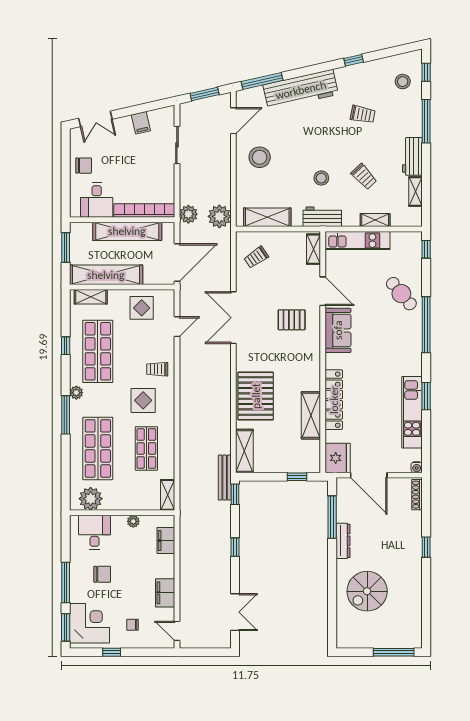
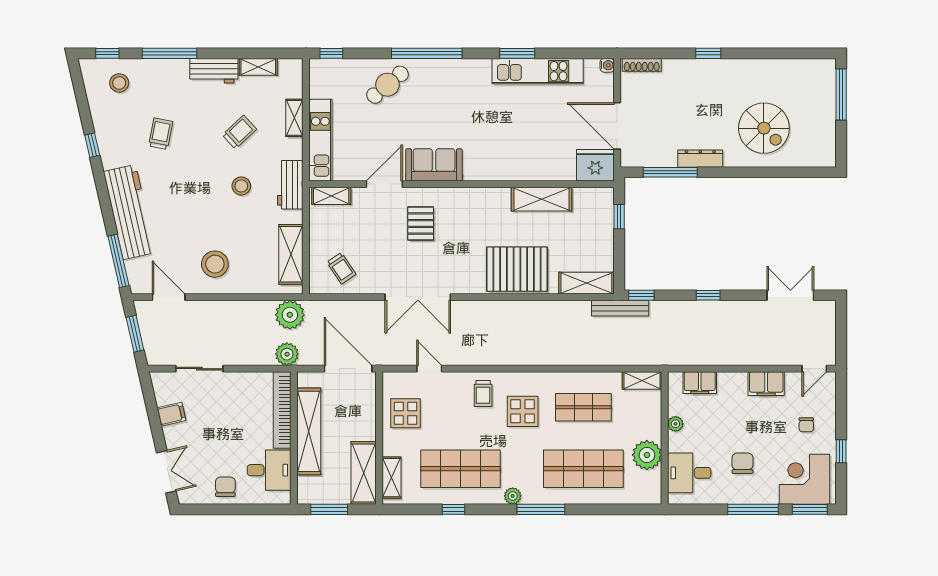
shelving: (106, 275) -> (364, 473), width x0.68
locker: (334, 400) -> (522, 170), removed
door: (369, 475) -> (617, 126), swing flipped
plant: (91, 499) -> (647, 455), moved

